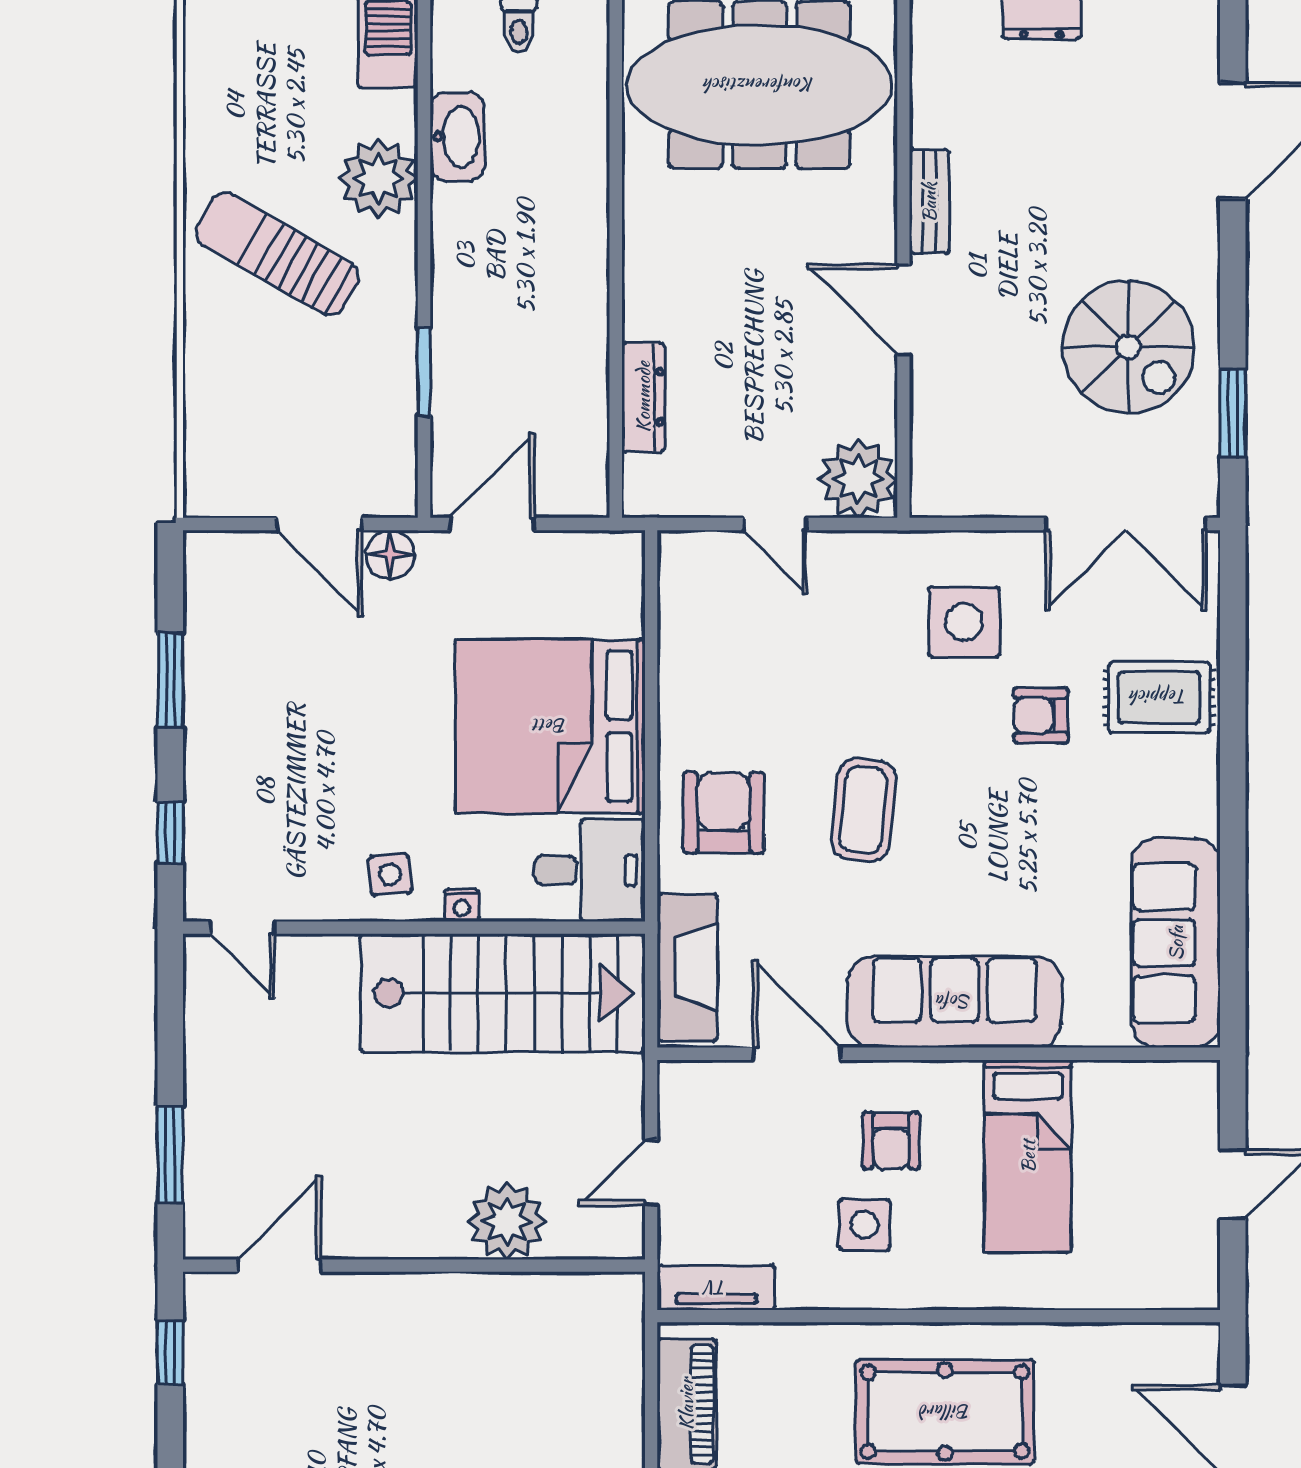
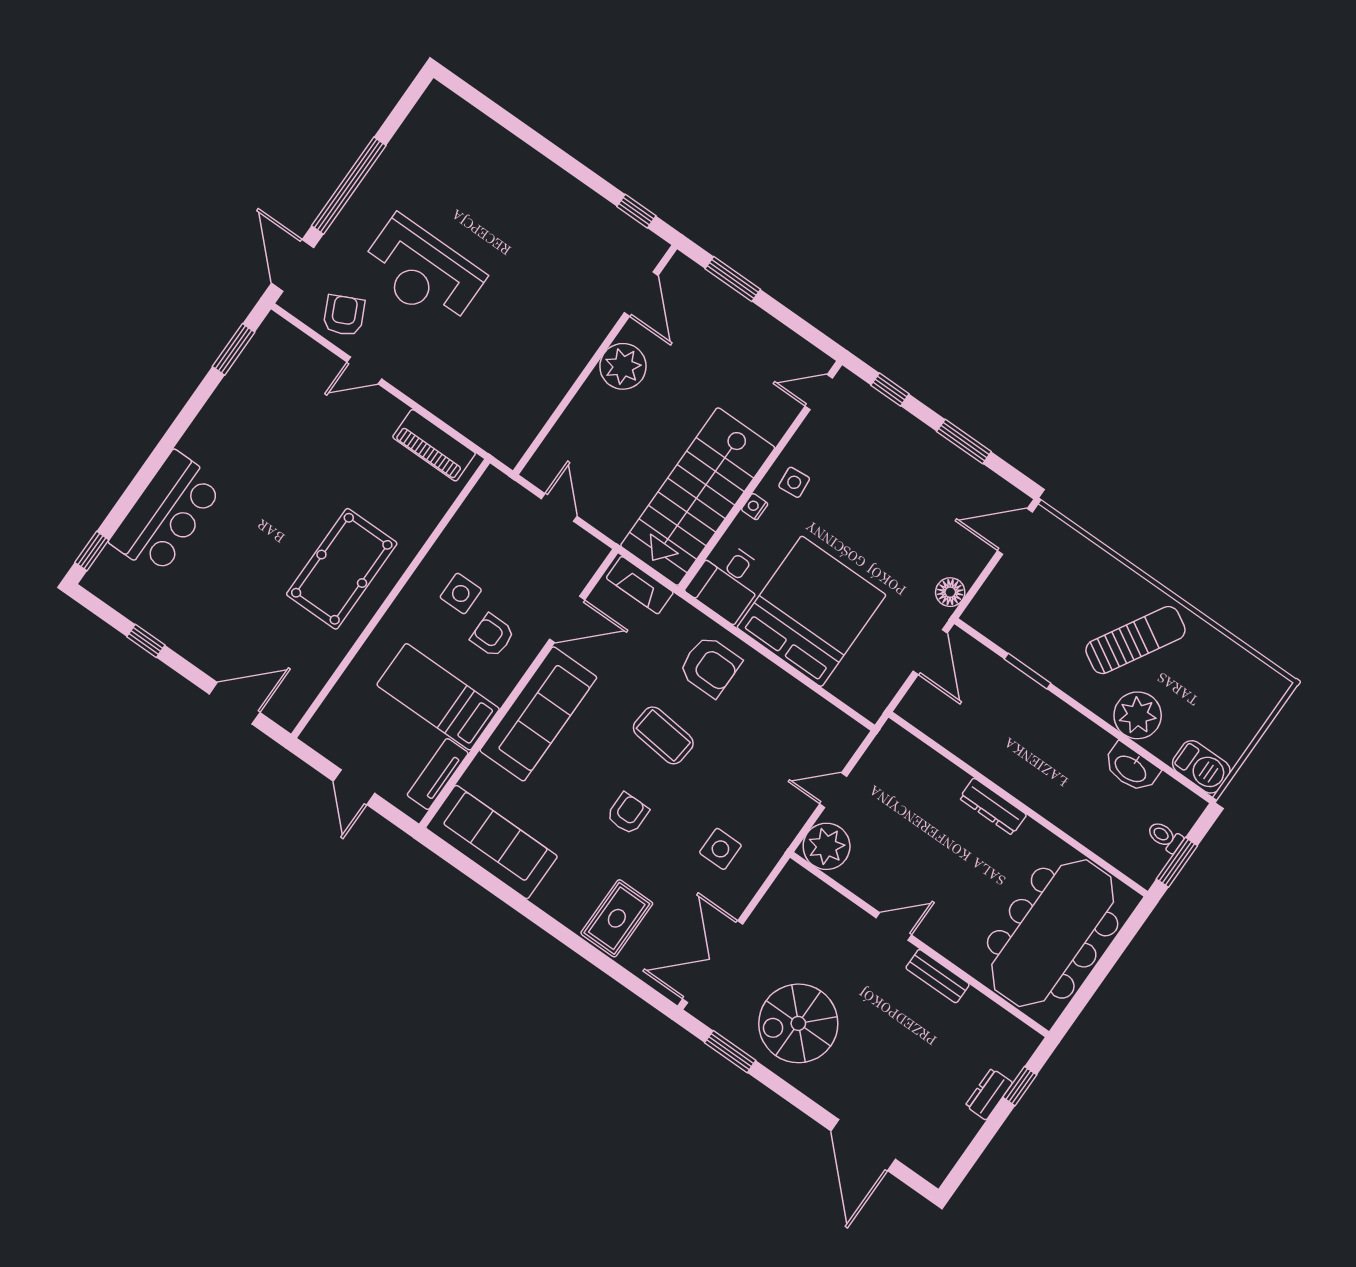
door: (903, 310) -> (894, 926), width x0.73
dresser: (643, 397) -> (993, 807), moved
door: (319, 524) -> (1015, 531), moved
side table: (964, 622) -> (720, 849), width x0.73, depth x0.73
armchair: (1041, 715) -> (628, 814), moved
fireplace: (687, 967) -> (640, 585), width x0.73, depth x0.76
plant: (507, 1221) -> (623, 366), moved
tv unit: (716, 1288) -> (438, 774), moved, turned 180

